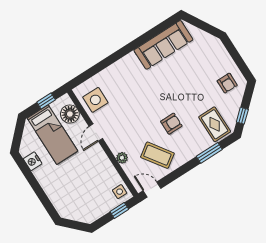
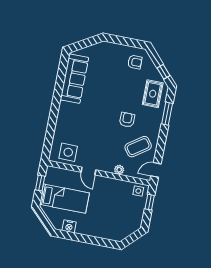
floor lamp: (70, 114) -> (62, 176), removed
rug: (215, 124) -> (153, 94), turned 90

